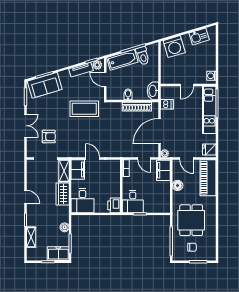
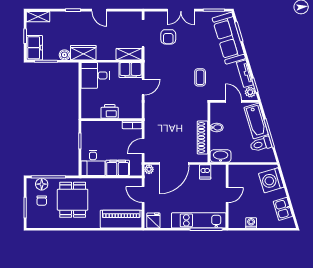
washing machine: (211, 76) -> (251, 223), moved
door: (105, 80) -> (234, 101), hinge flipped
sofa: (45, 85) -> (229, 38), width x1.36
door: (187, 85) -> (227, 195), swing flipped
coffee table: (84, 109) -> (200, 77), width x0.54, depth x0.58
door: (160, 131) -> (174, 164), swing flipped
door: (187, 158) -> (143, 195), hinge flipped
filing cabinet: (163, 170) -> (118, 168), moved
floor lamp: (178, 185) -> (42, 184), moved
wardrobe: (63, 194) -> (83, 53), moved
door: (25, 197) -> (99, 10), hinge flipped
desk: (133, 202) -> (93, 163), moved, turned -90
printer: (114, 205) -> (110, 111), moved
dining table: (191, 220) -> (73, 200), turned 90
shelving: (31, 237) -> (38, 17), moved

